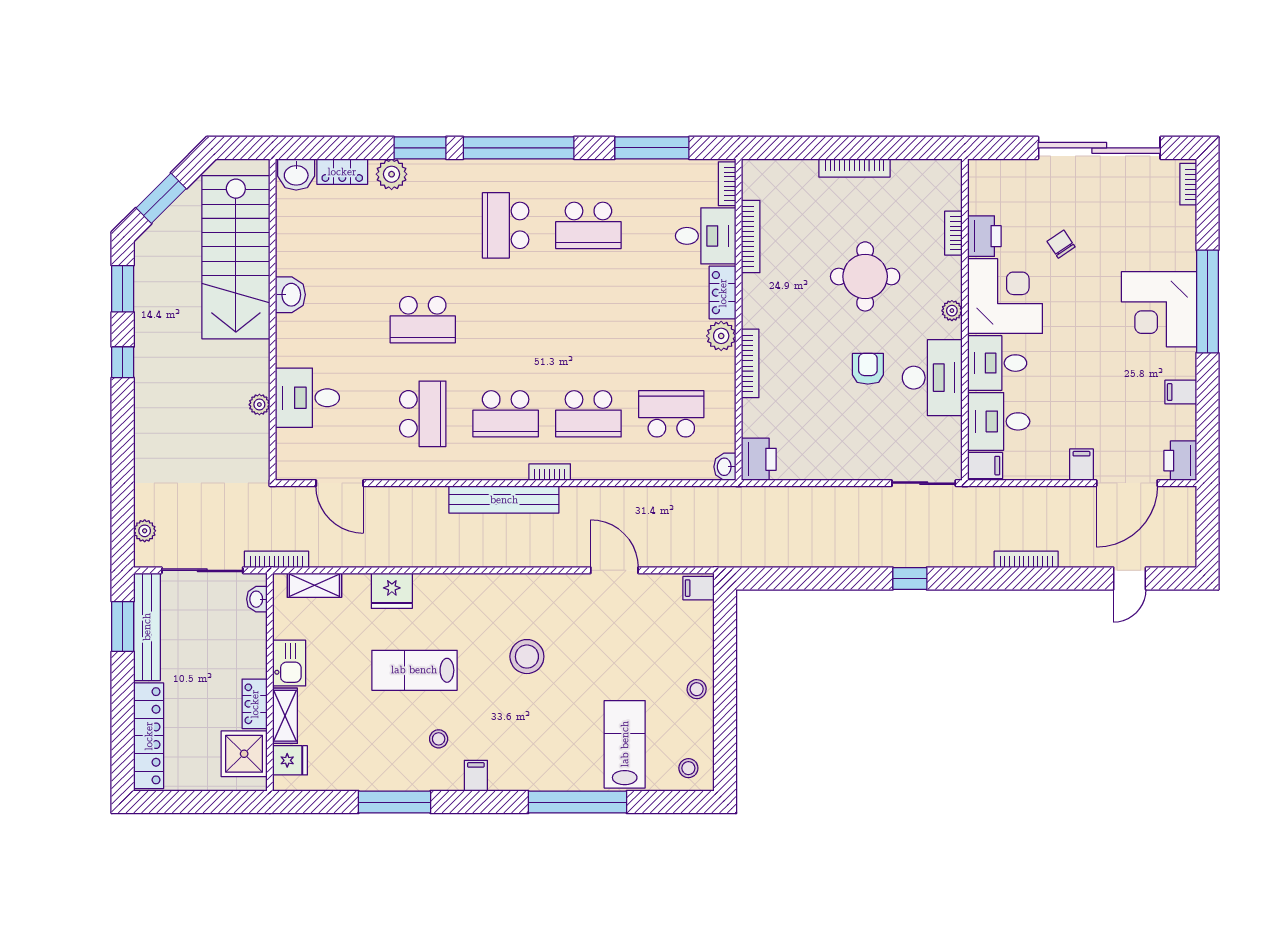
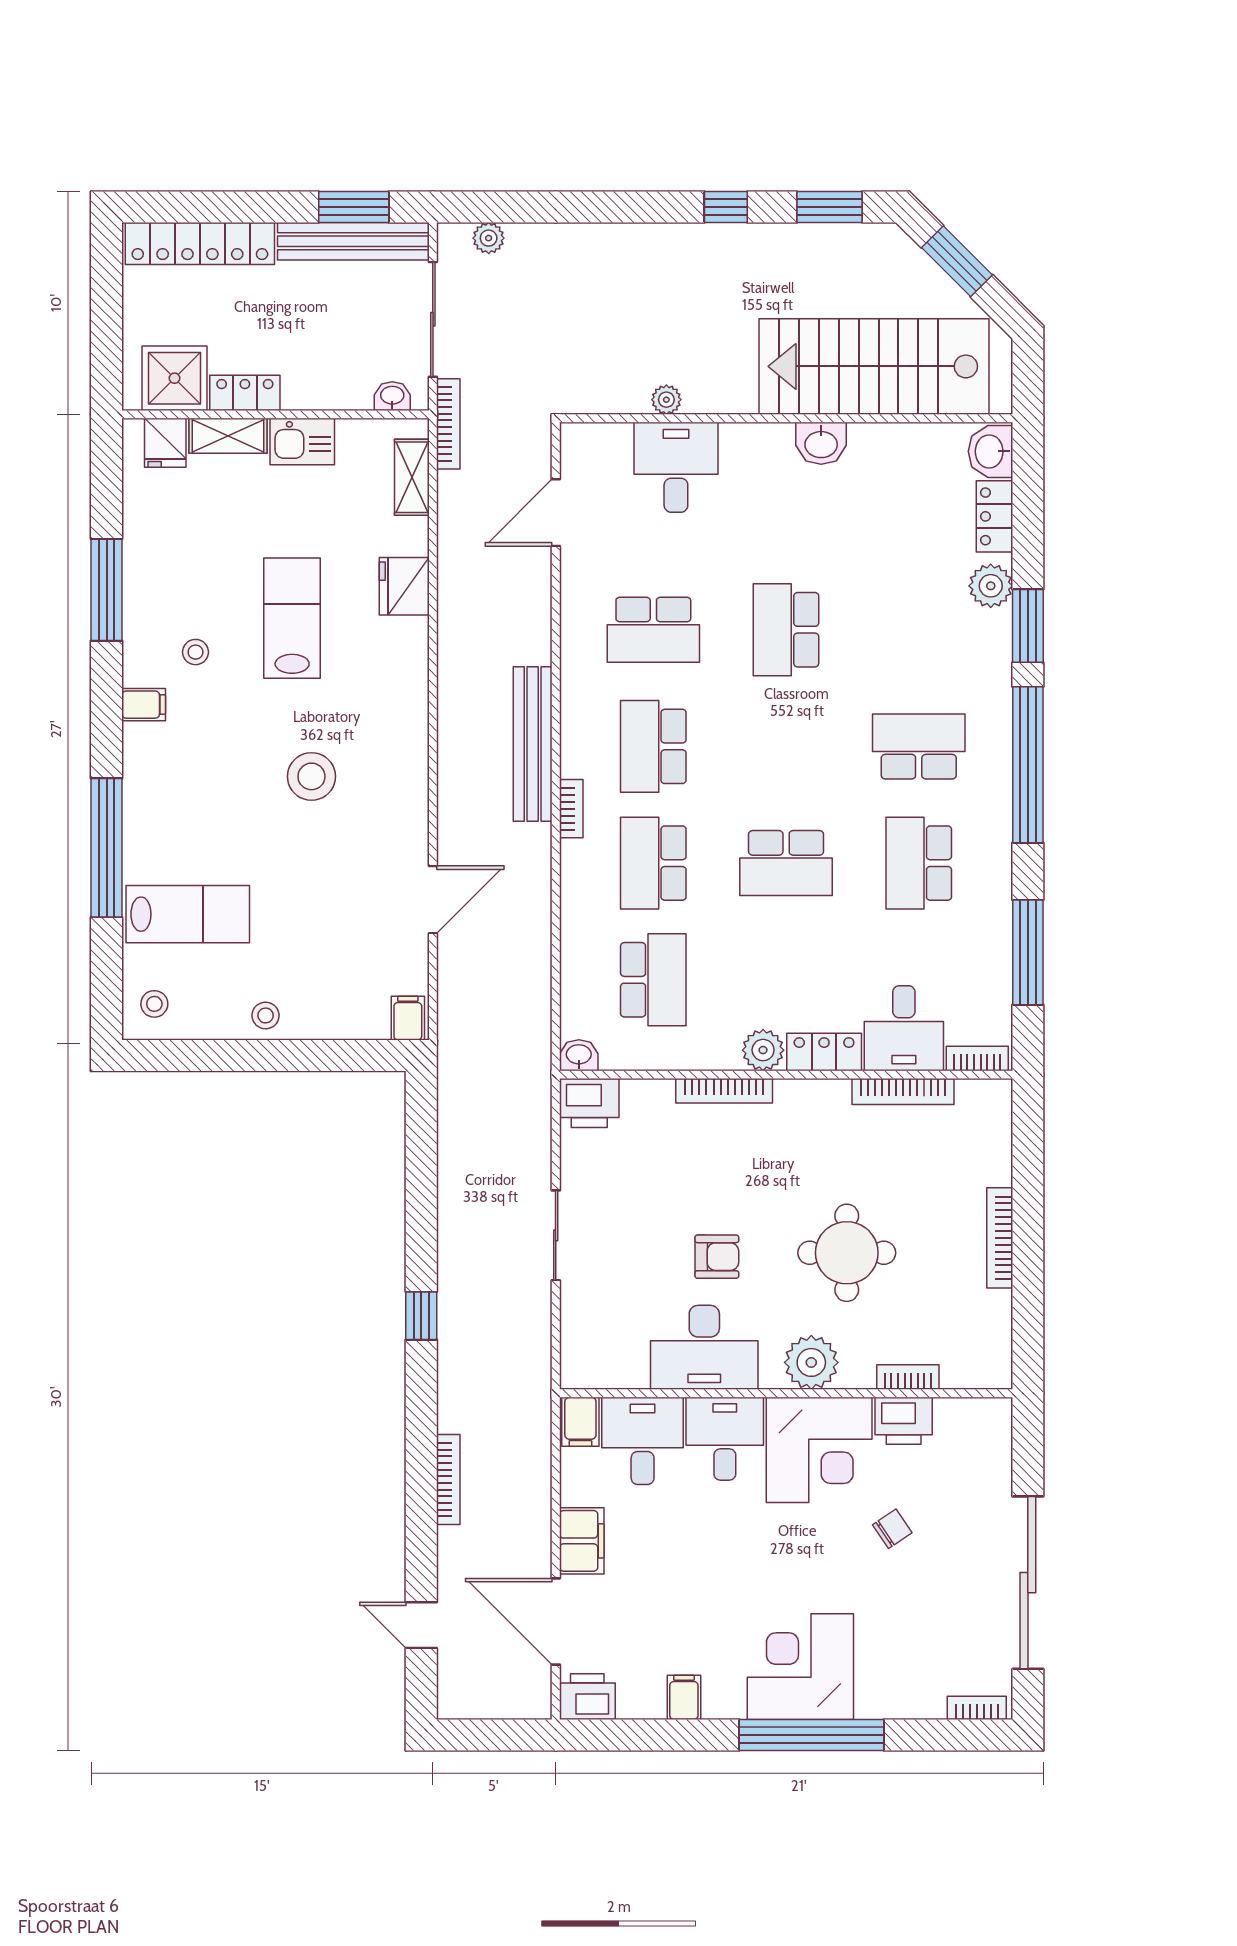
plant: (952, 311) -> (811, 1362), width x1.88, depth x1.88
school desk: (588, 320) -> (786, 863), added
filing cabinet: (1081, 465) -> (582, 1541), width x2.00
sliding door: (924, 483) -> (556, 1235), moved

